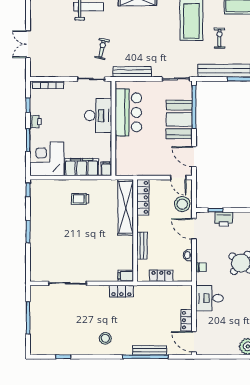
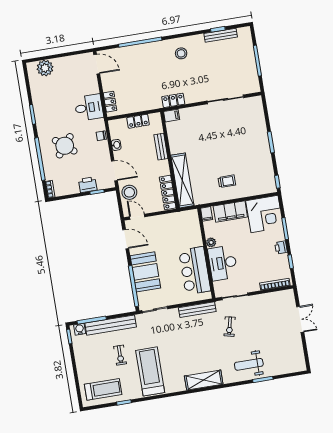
plant: (107, 139) -> (211, 242), added
locker: (187, 320) -> (110, 102), moved
bench: (150, 350) -> (221, 35), moved

